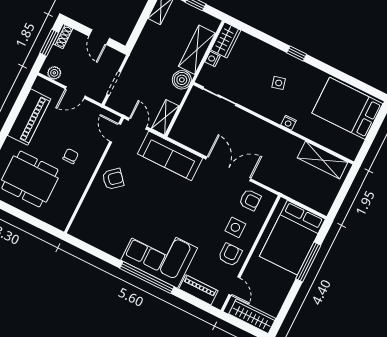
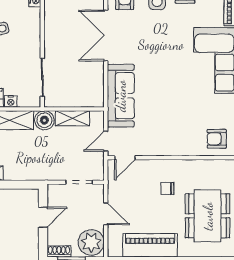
plant: (54, 73) -> (91, 242), width x1.88, depth x1.88
shelving: (165, 117) -> (72, 118), moved
armchair: (113, 179) -> (217, 139), moved, turned -49

